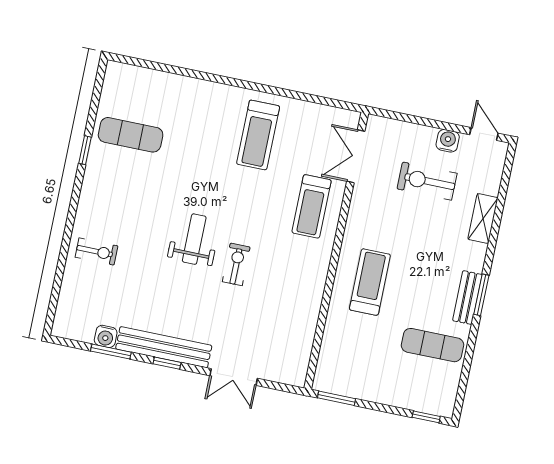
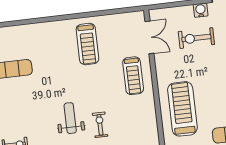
double door: (356, 156) -> (149, 37), swing flipped
treadmill: (370, 282) -> (182, 109), width x1.37, depth x1.38

